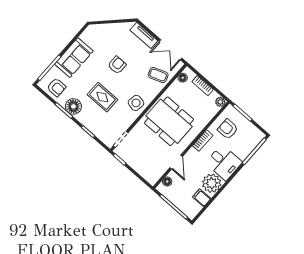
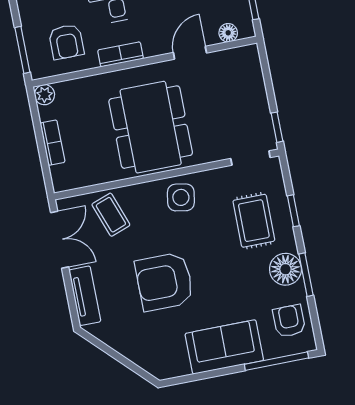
armchair: (117, 65) -> (164, 282), width x1.88, depth x1.88
floor lamp: (183, 78) -> (75, 180), removed
rug: (102, 97) -> (254, 221), moved

